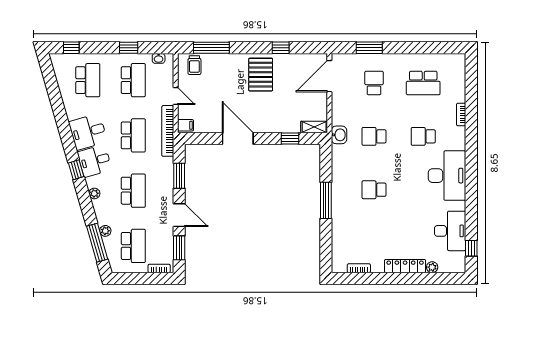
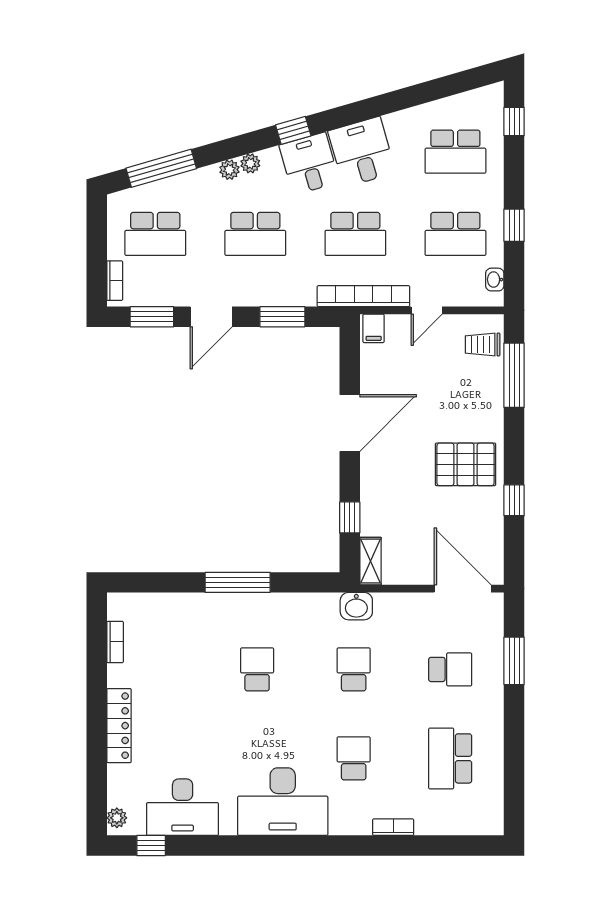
plant: (105, 231) -> (229, 170), moved
plant: (432, 267) -> (117, 818), moved

